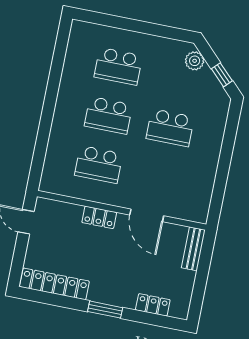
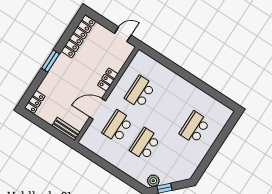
plant: (195, 61) -> (153, 181), moved
school desk: (108, 115) -> (118, 126), moved
locker: (153, 305) -> (35, 102), moved

